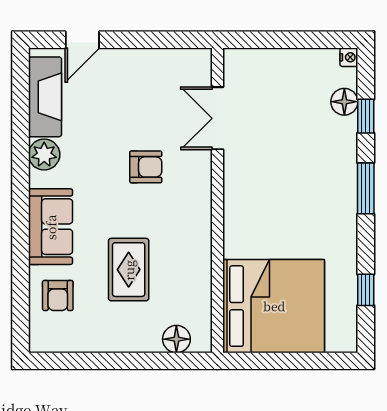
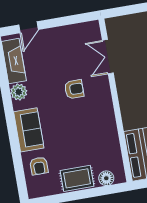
rug: (129, 270) -> (77, 178), moved, turned 90

